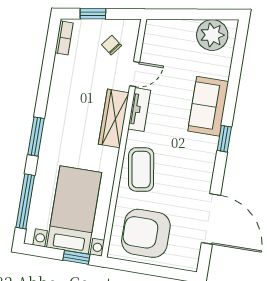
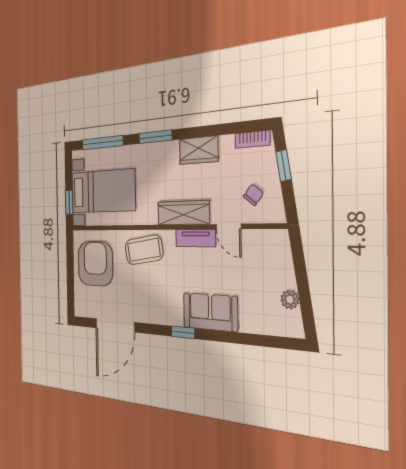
plant: (212, 35) -> (290, 300), width x0.53, depth x0.53
wardrobe: (60, 92) -> (199, 150), added

